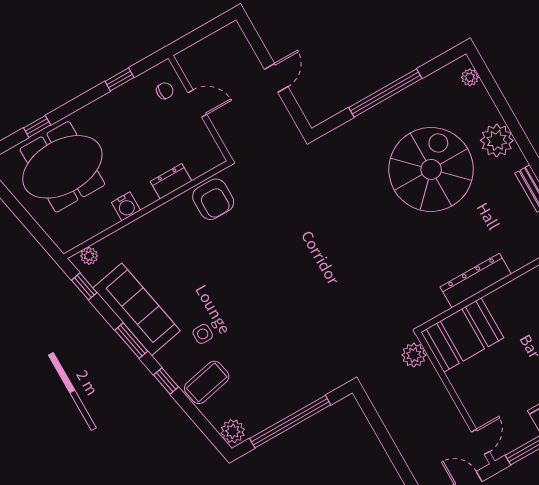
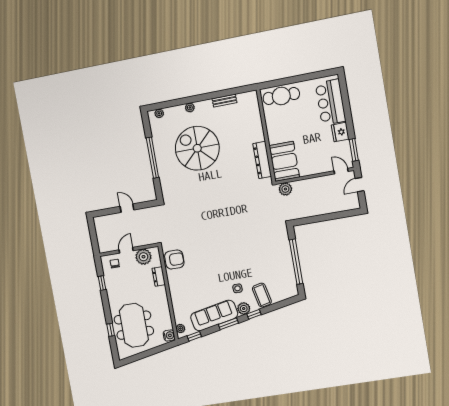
plant: (197, 140) -> (143, 257), added
plant: (497, 140) -> (190, 107), width x0.53, depth x0.53
water cooler: (126, 206) -> (169, 335), moved
dresser: (476, 281) -> (262, 160), moved
plant: (233, 431) -> (244, 309), moved

